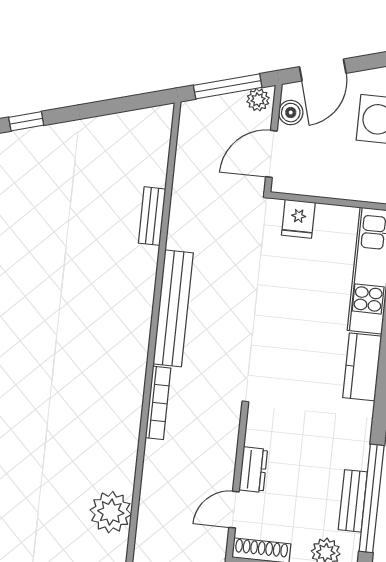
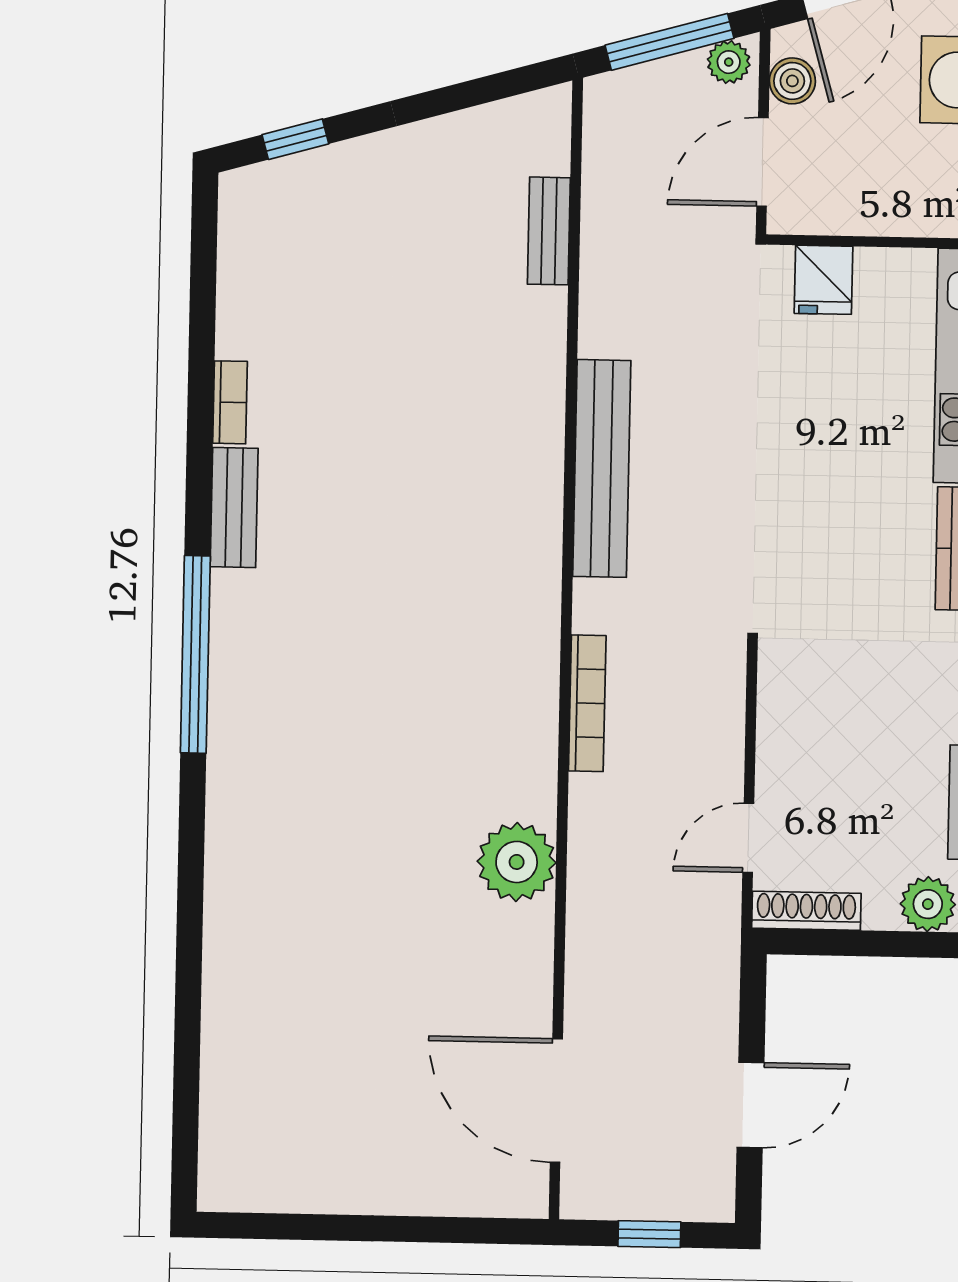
bench: (152, 216) -> (549, 231), moved
bookcase: (158, 403) -> (587, 703), moved
dresser: (253, 470) -> (778, 759), removed

